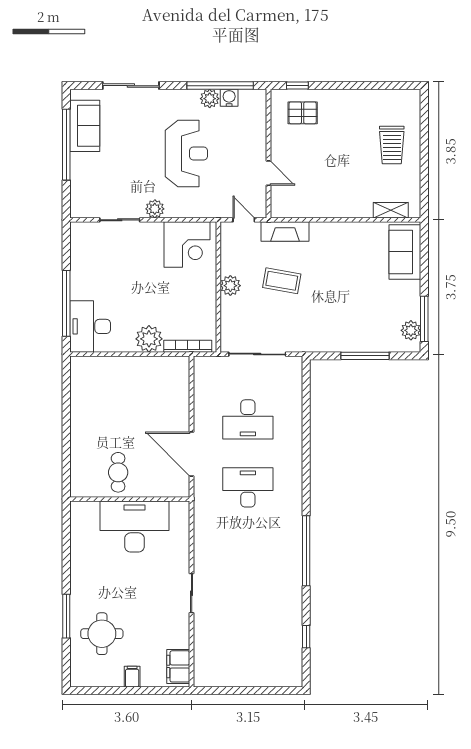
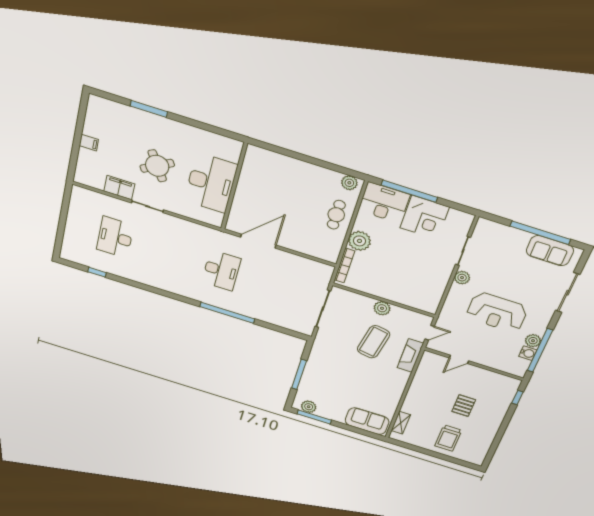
pallet: (303, 113) -> (464, 406), moved
trolley: (392, 145) -> (448, 438), turned -90
corner desk: (187, 245) -> (425, 217), moved, turned -90
coffee table: (282, 281) -> (374, 342), width x1.36, depth x1.32
plant: (79, 372) -> (349, 183), added
desk: (248, 419) -> (115, 237), moved
cafe table: (118, 472) -> (336, 215), moved, turned 90
window: (306, 551) -> (227, 313), moved
round table: (102, 634) -> (157, 166), moved, turned -31
filing cabinet: (178, 666) -> (119, 188), moved

